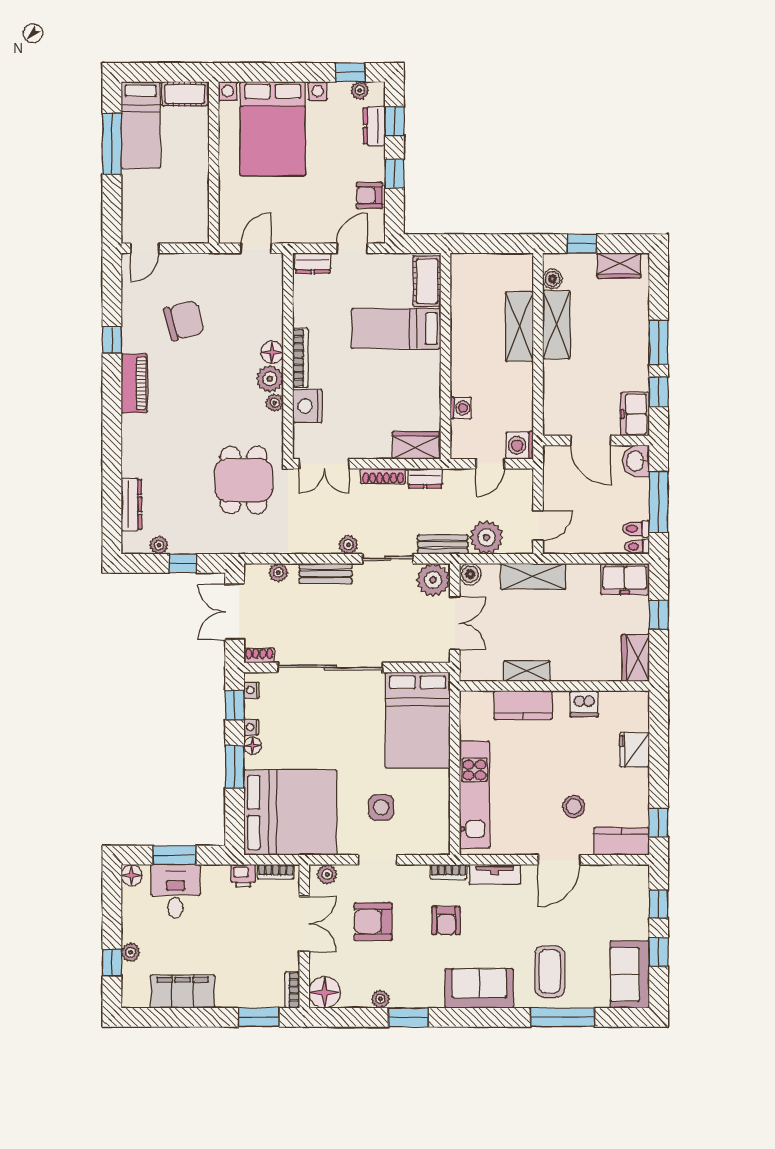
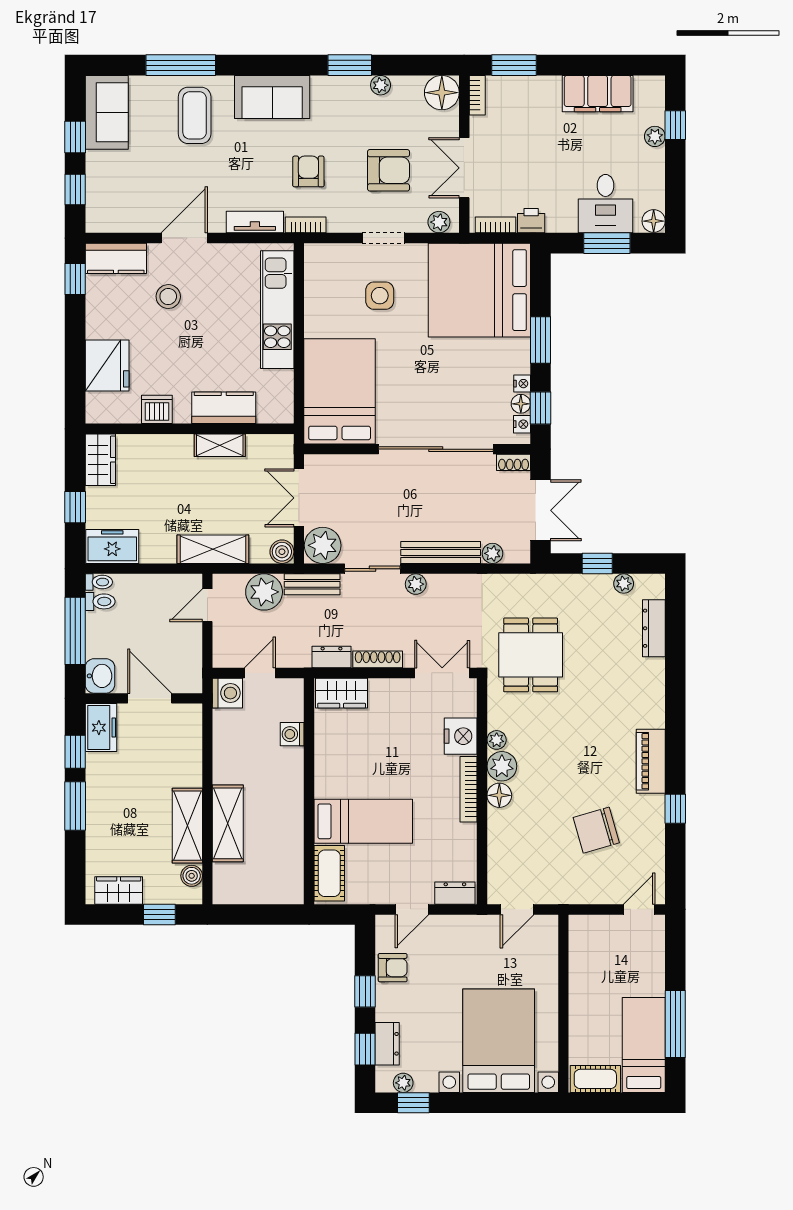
bench: (326, 573) -> (441, 552), width x1.36
floor lamp: (253, 746) -> (521, 404), moved
fridge: (634, 750) -> (107, 365), width x1.36, depth x1.34

